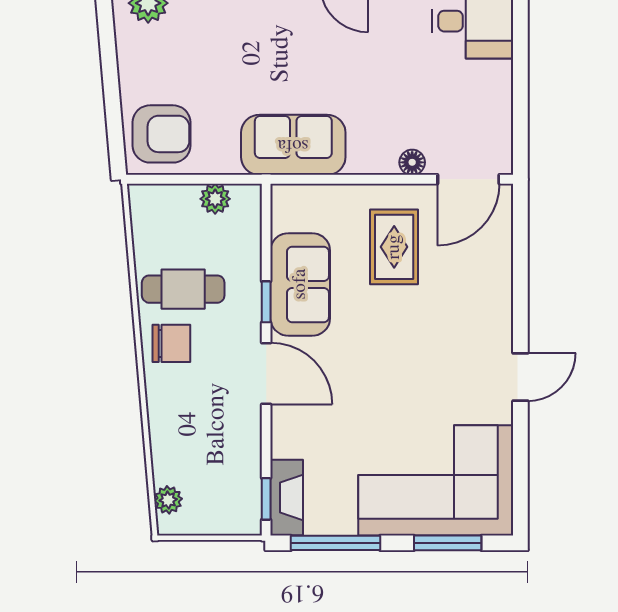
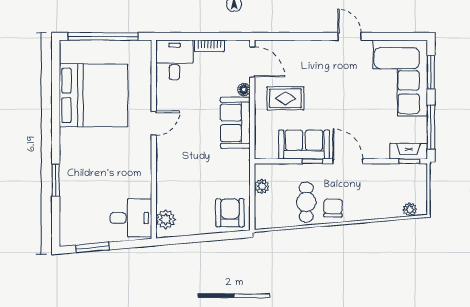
bookcase: (501, 92) -> (209, 46), added
sofa: (293, 145) -> (235, 123), moved
door: (266, 374) -> (348, 161), hinge flipped

